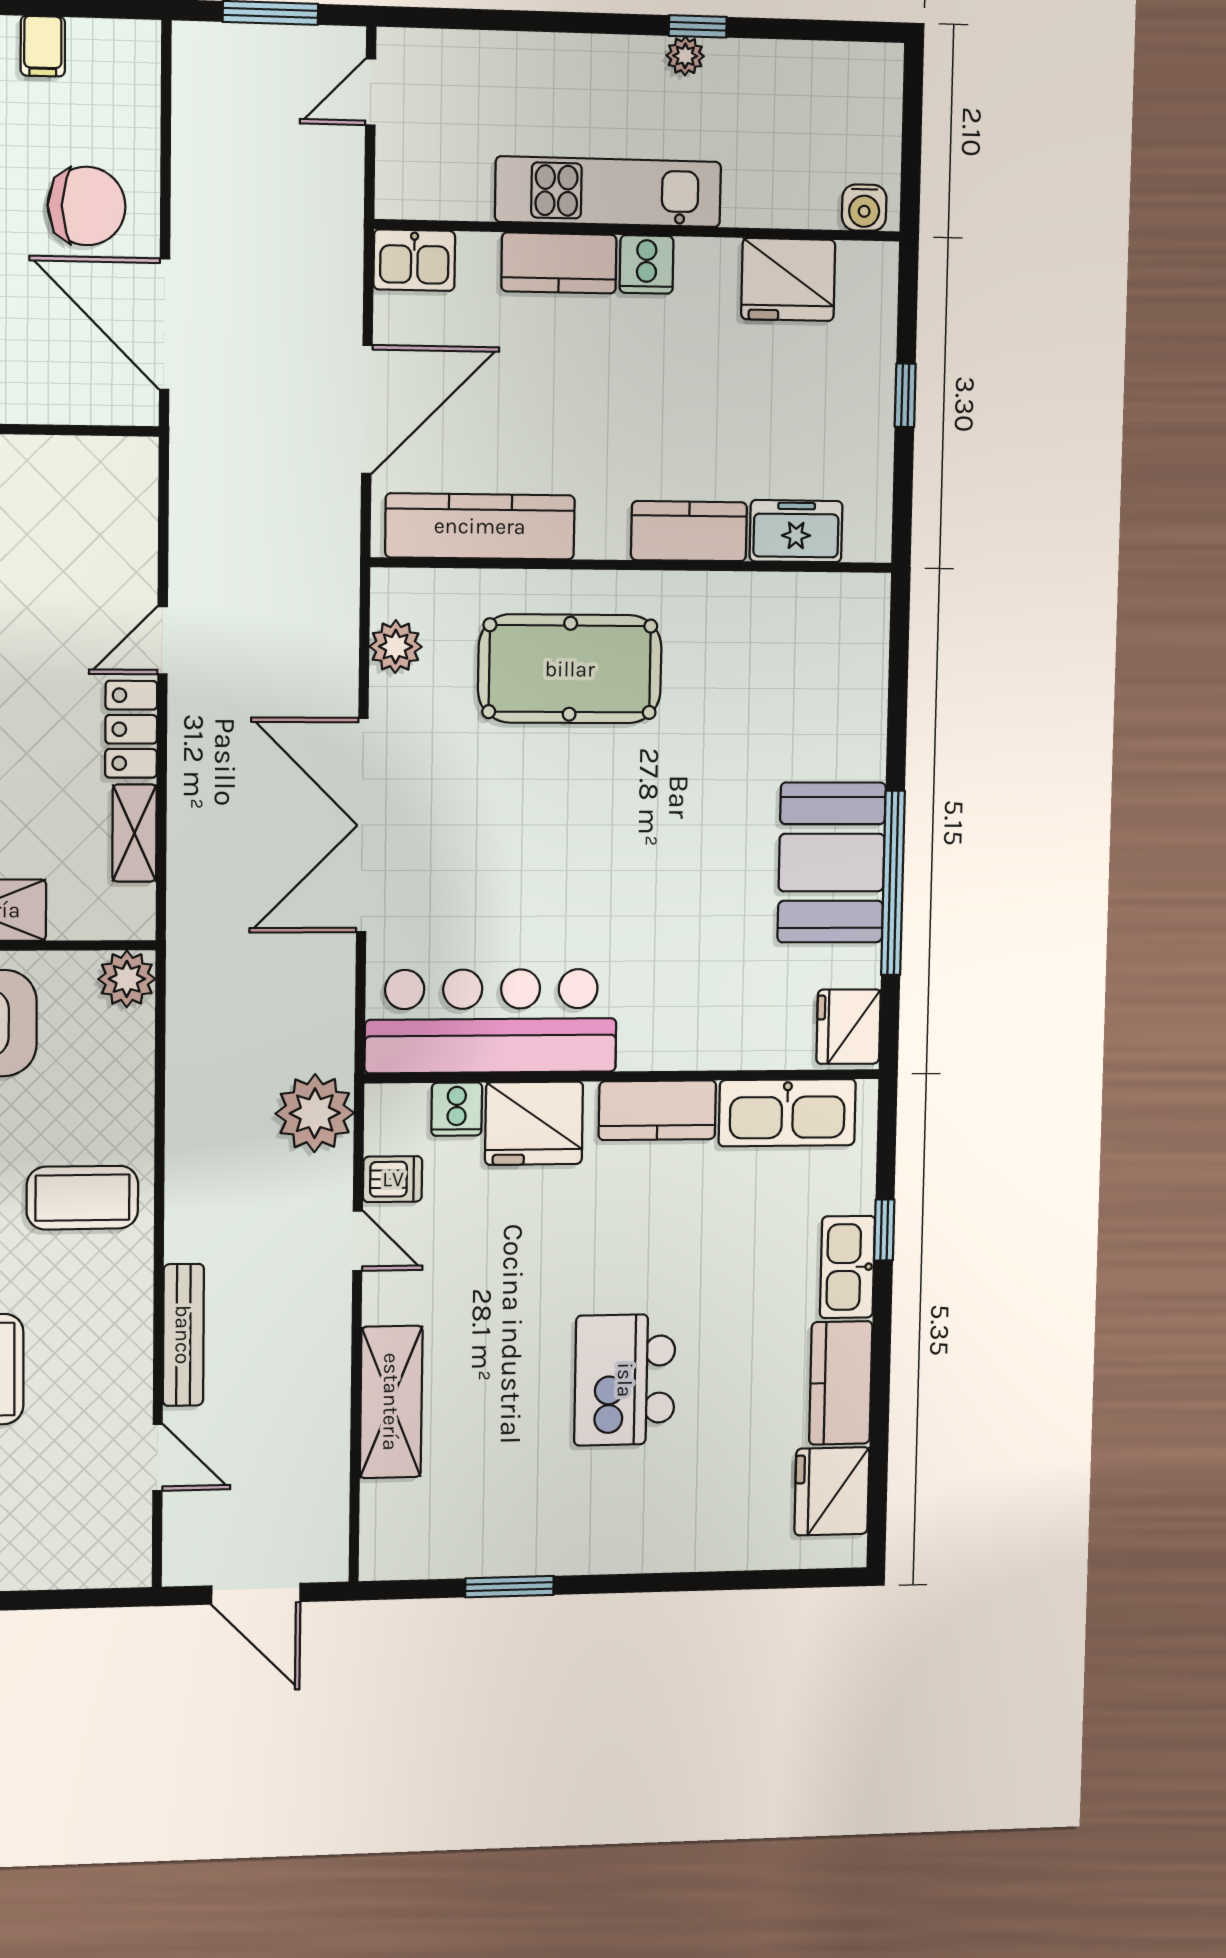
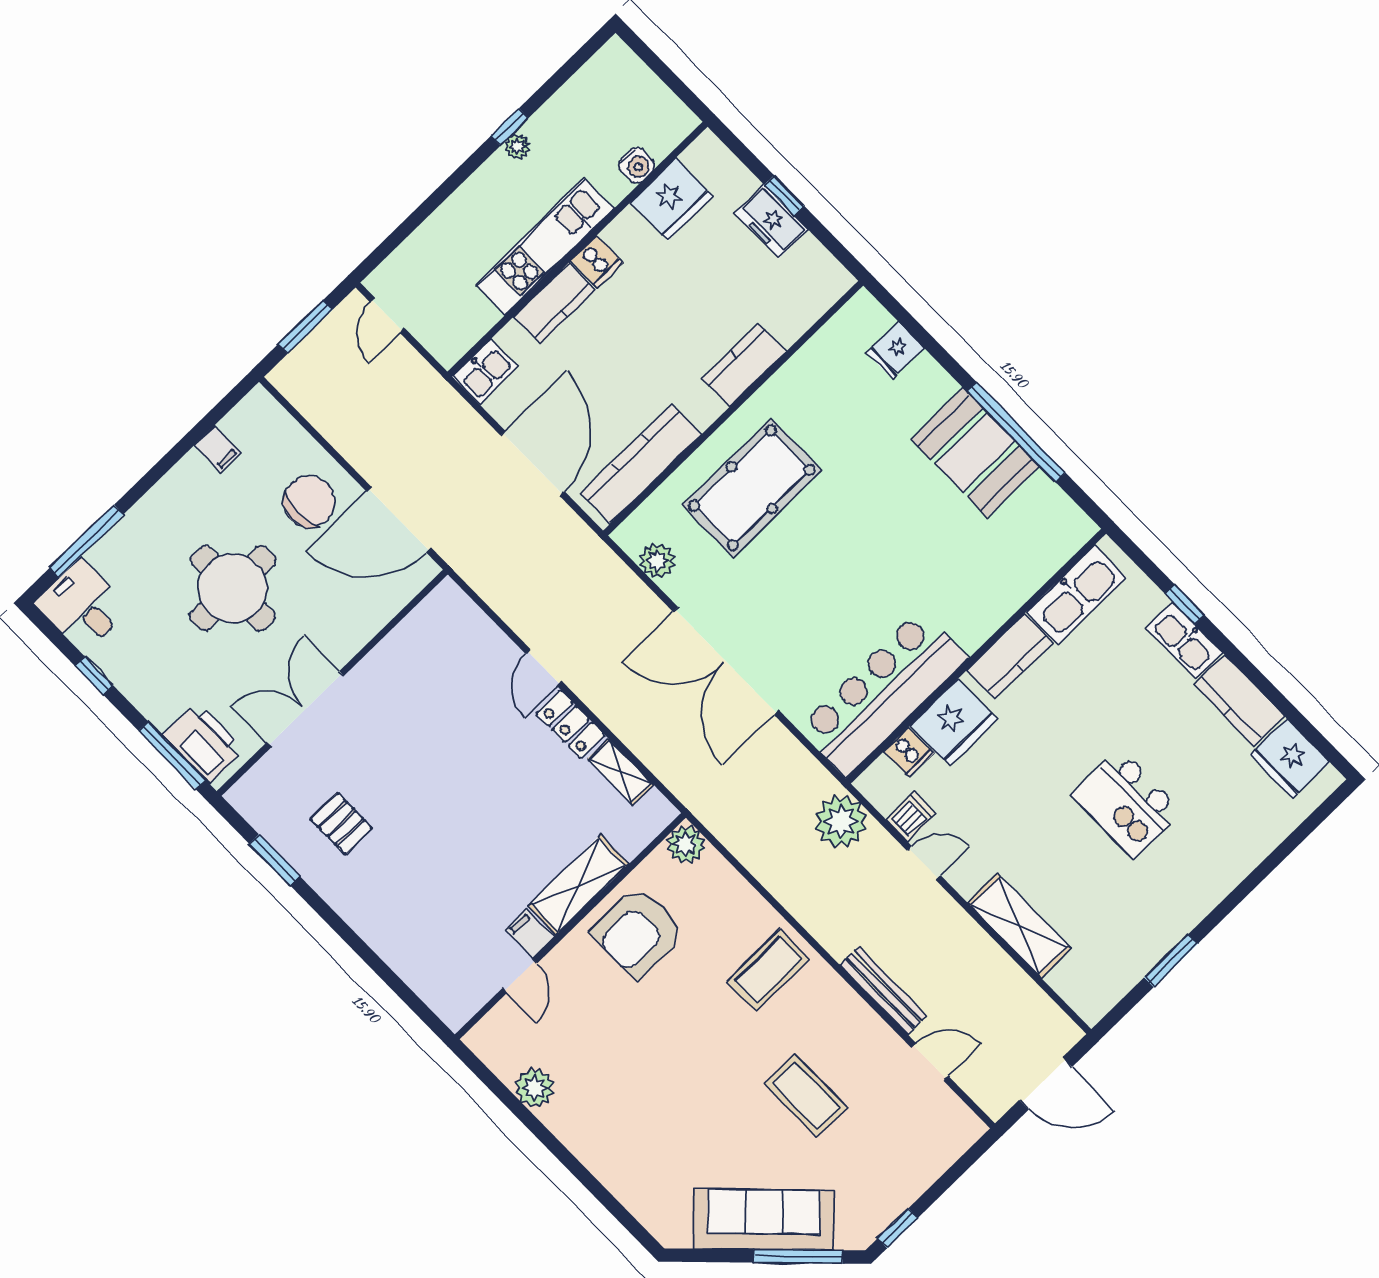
water cooler: (864, 208) -> (637, 165), moved
freezer: (796, 531) -> (771, 221), moved, turned -90
fridge: (849, 1027) -> (895, 350), moved, width x0.72

